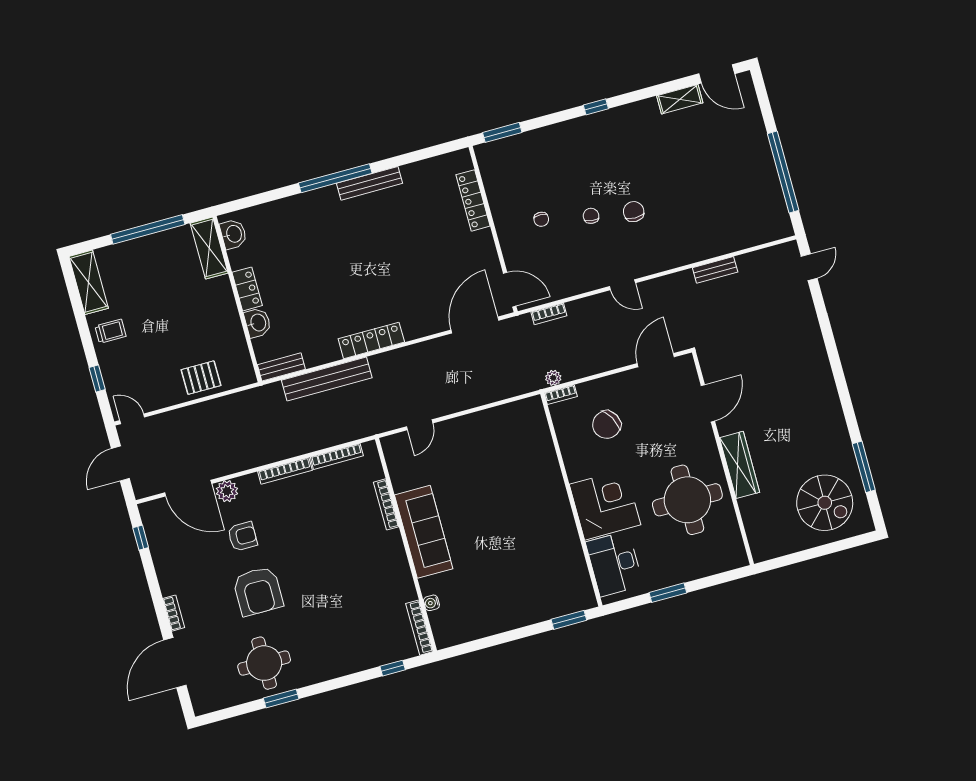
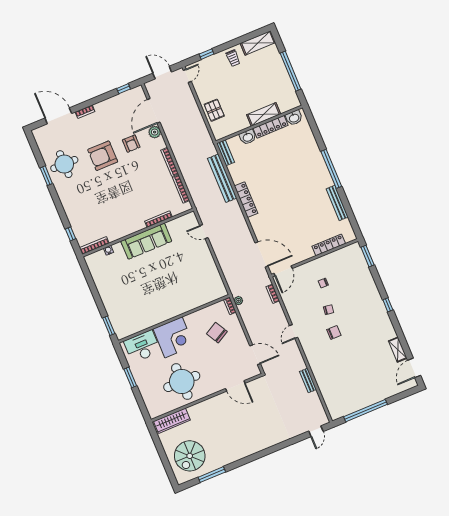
bench: (370, 183) -> (337, 203), moved
shelving: (209, 248) -> (264, 114), moved
door: (809, 267) -> (316, 431), hinge flipped
locker: (247, 289) -> (271, 127), width x1.53
wardrobe: (740, 465) -> (172, 421), moved

